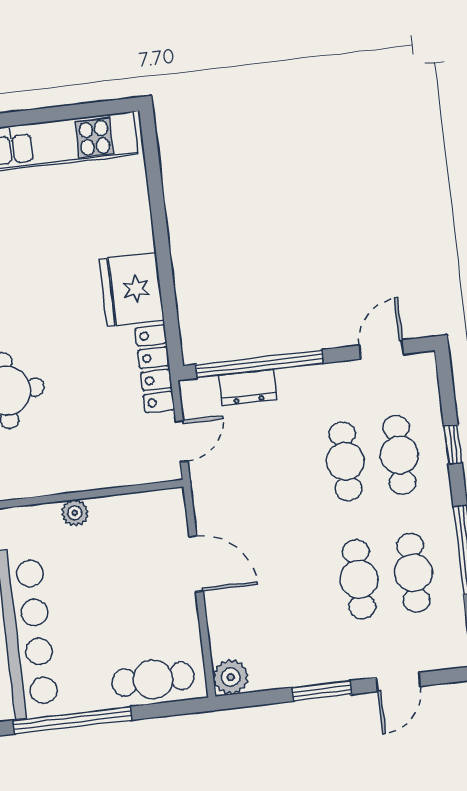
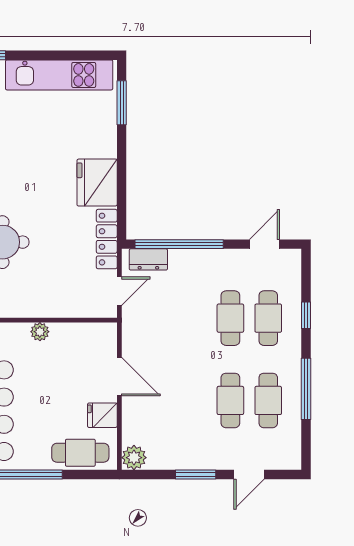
window: (153, 171) -> (122, 103), added
dresser: (248, 388) -> (148, 259), moved
fridge: (178, 622) -> (102, 415), added

